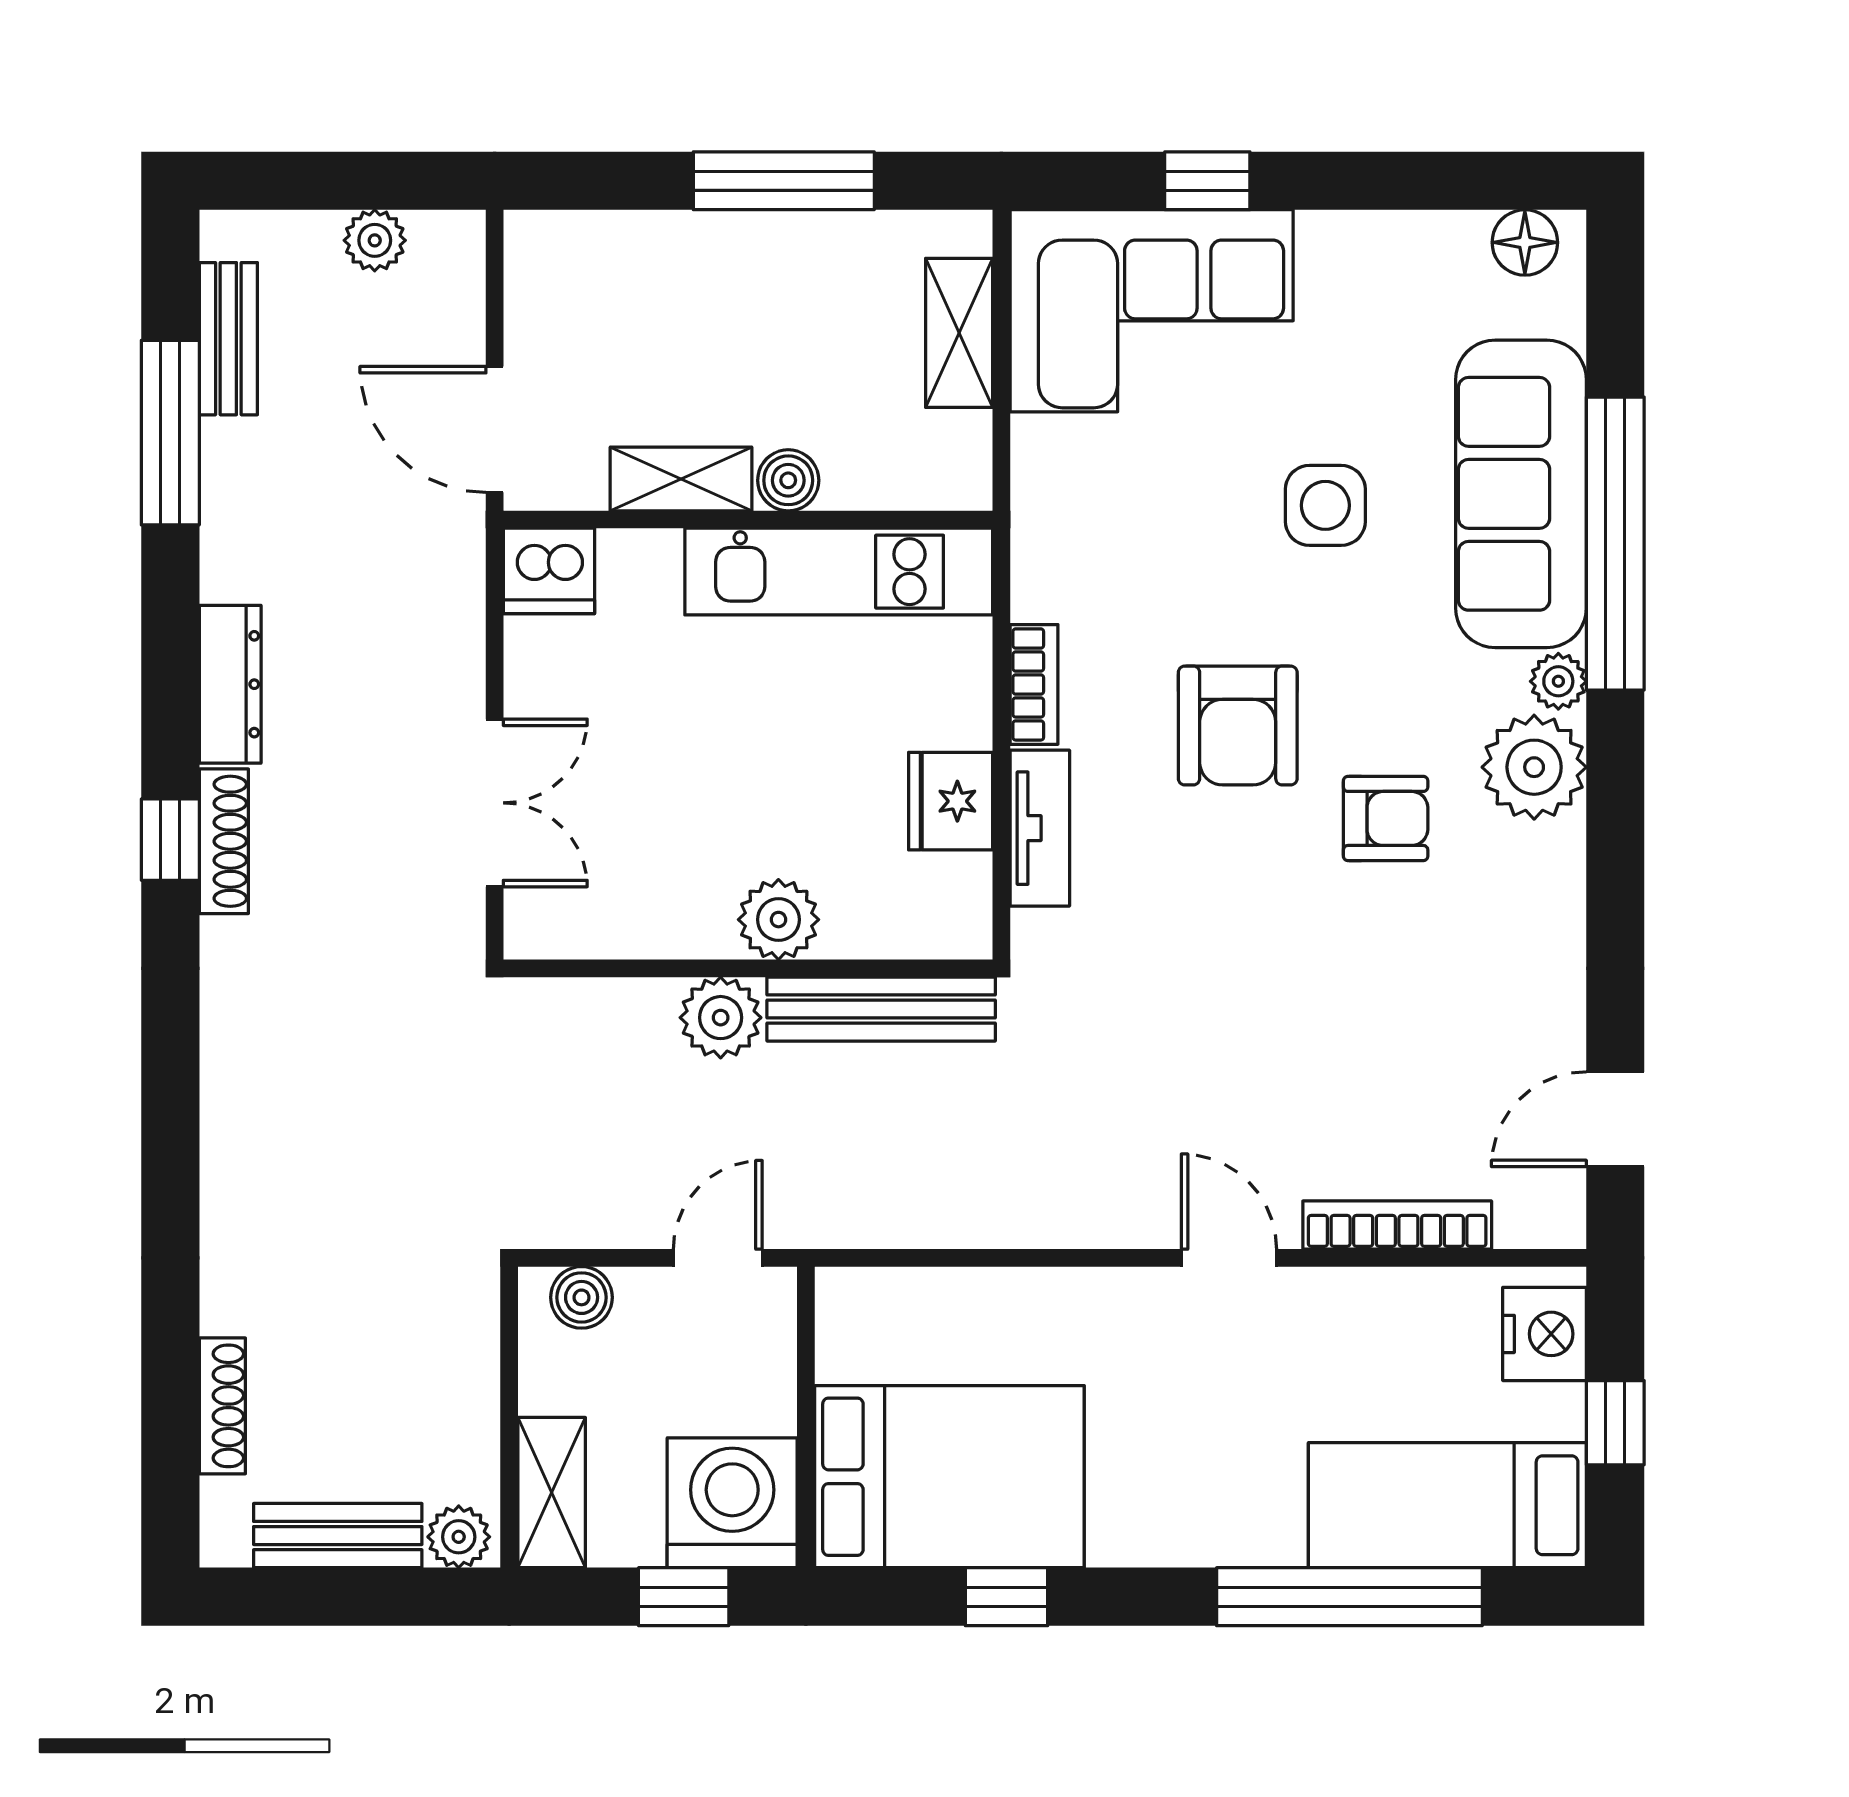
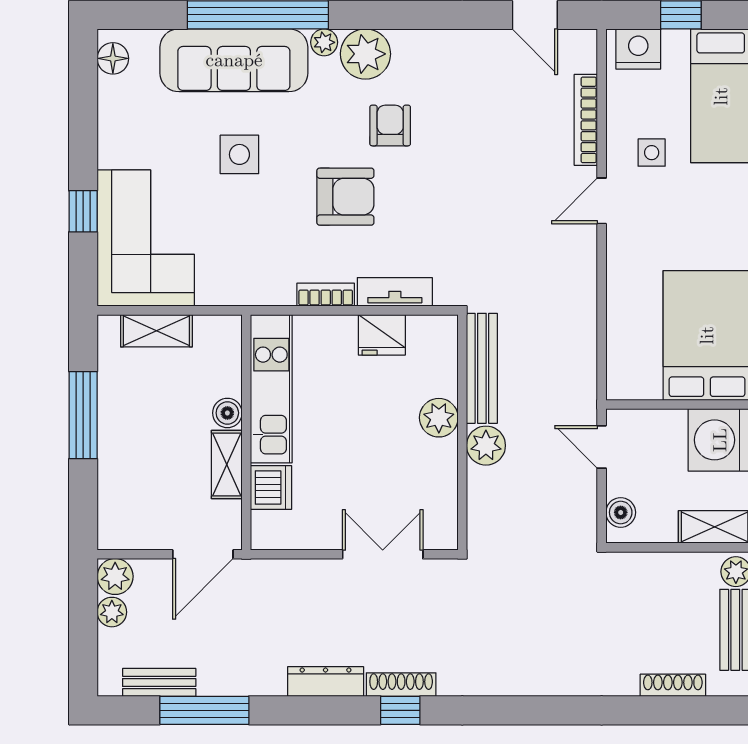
plant: (449, 247) -> (115, 576), added
dishwasher: (549, 571) -> (271, 488), moved
side table: (1329, 1362) -> (652, 153), added

